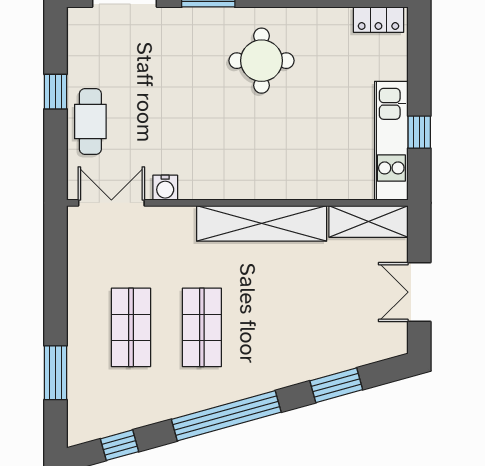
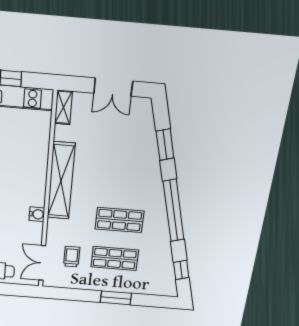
water cooler: (165, 188) -> (37, 214), moved
shelving: (369, 221) -> (63, 107), width x0.67, depth x0.75
trolley: (128, 253) -> (72, 257), added
window: (55, 373) -> (116, 298), moved

